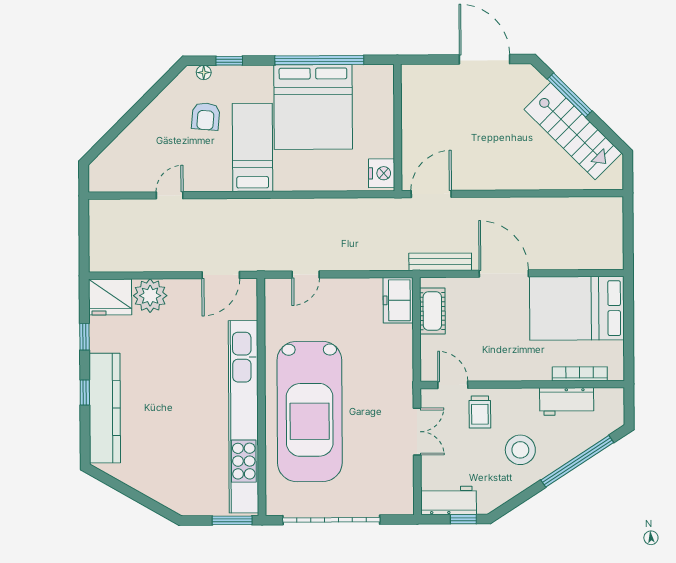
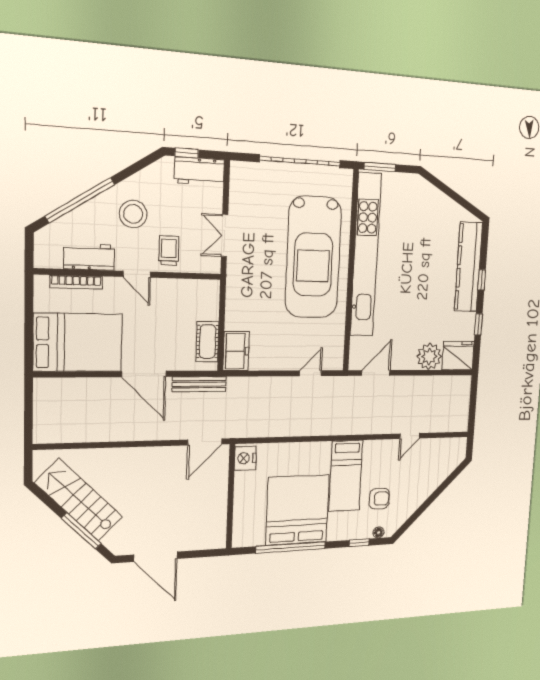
armchair: (206, 116) -> (379, 499), turned 85
door: (453, 385) -> (137, 274), moved
car: (310, 411) -> (313, 257), turned 180

